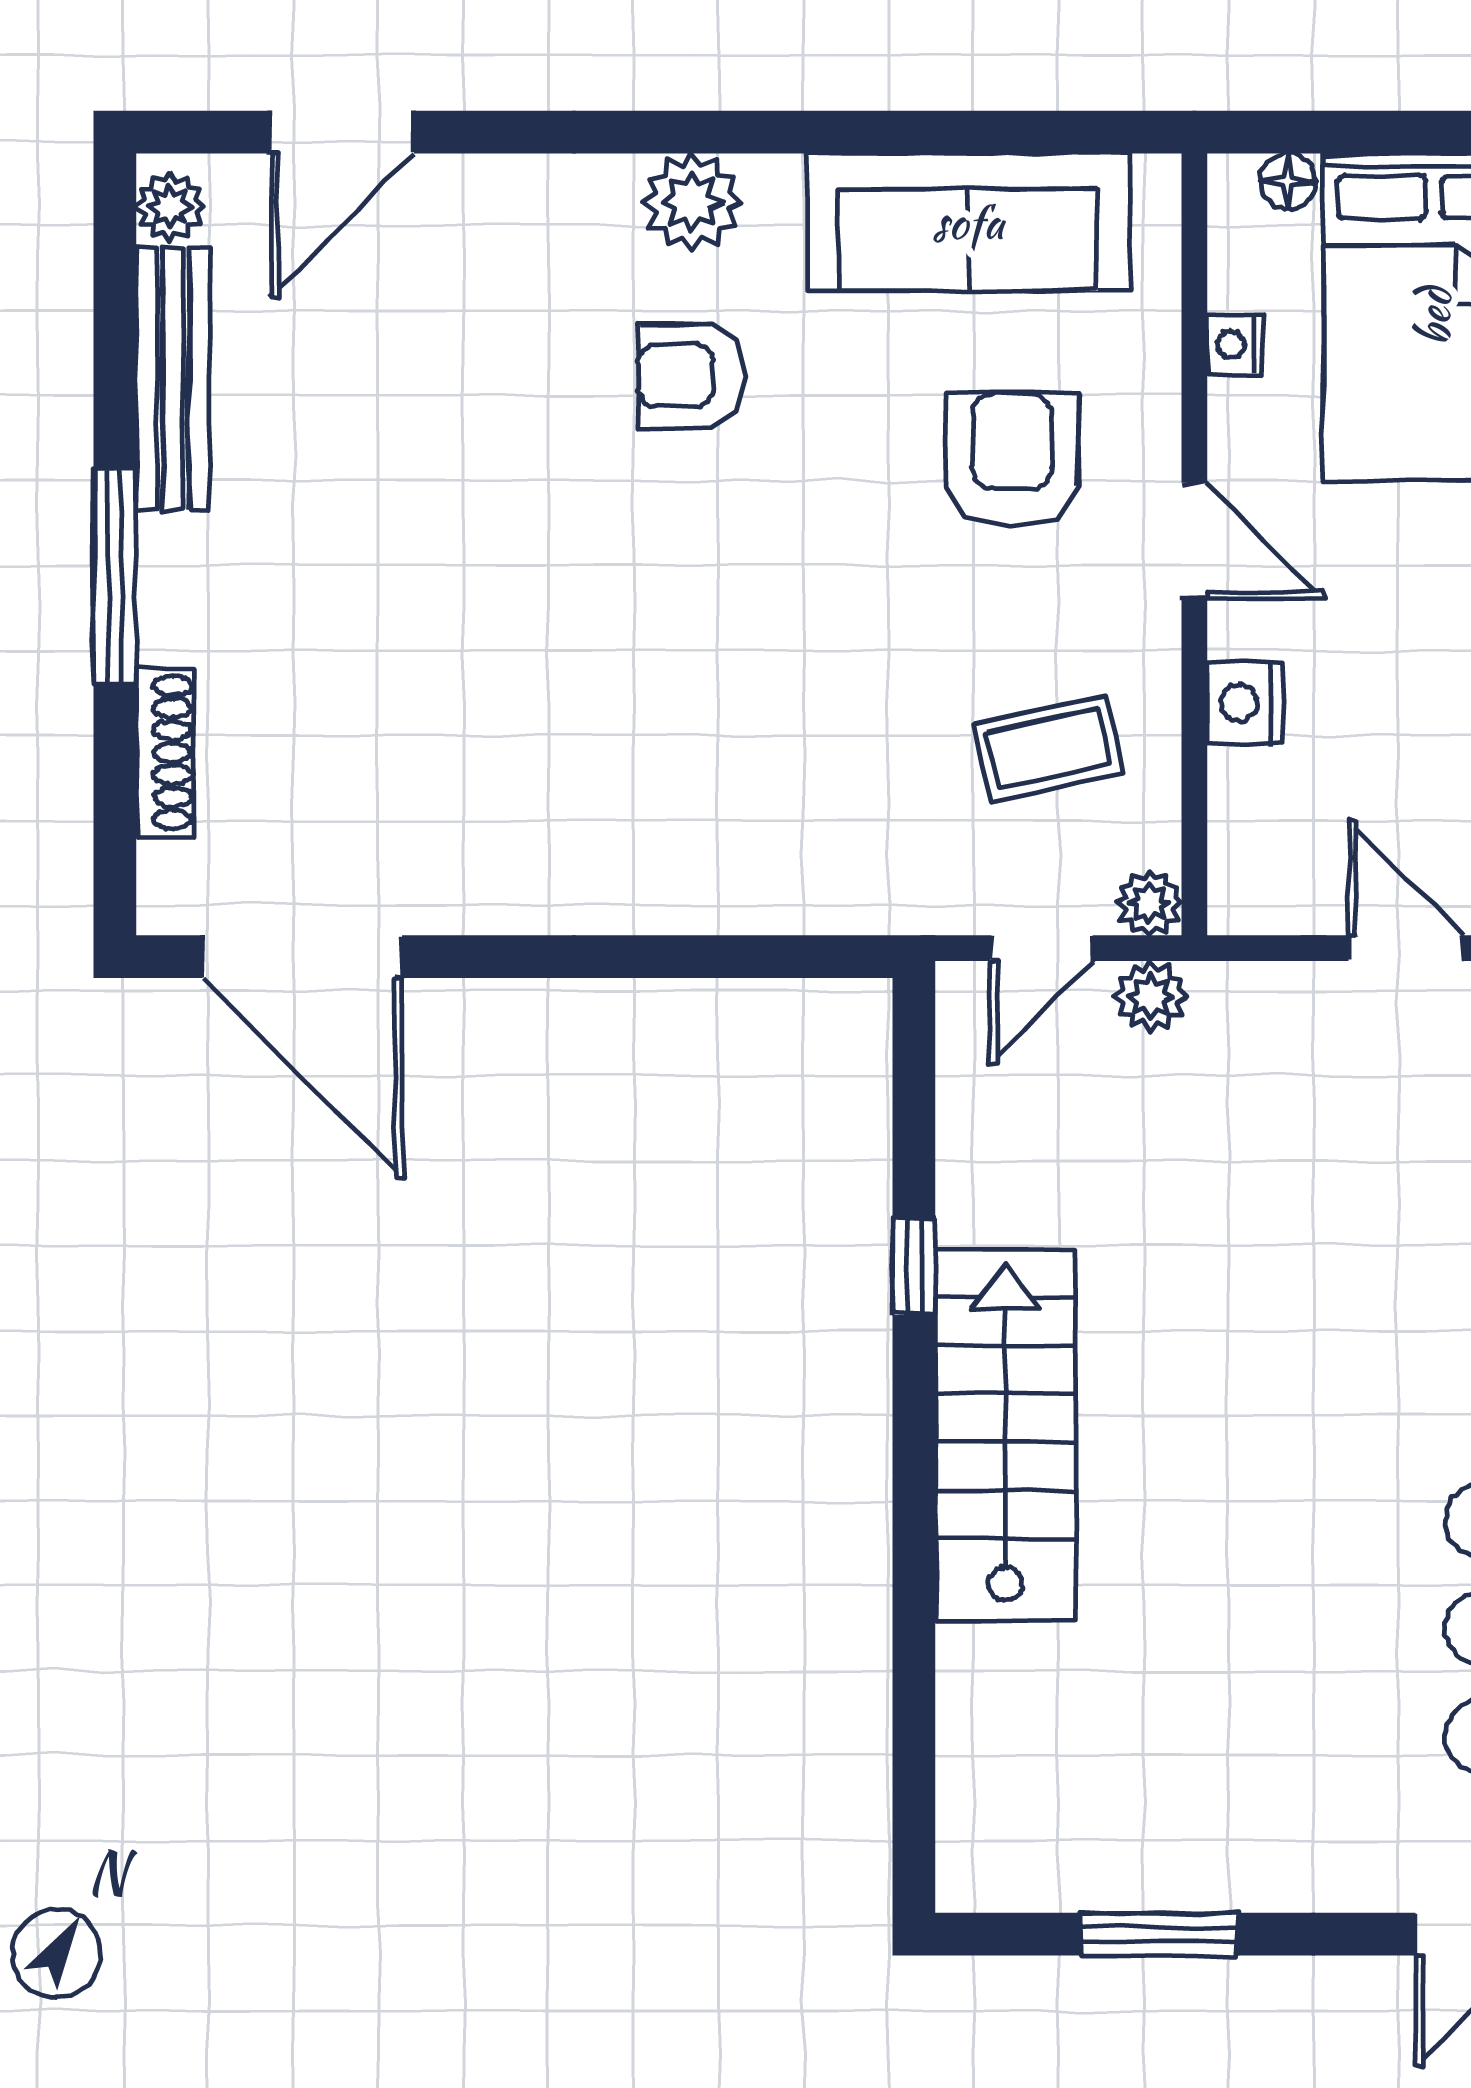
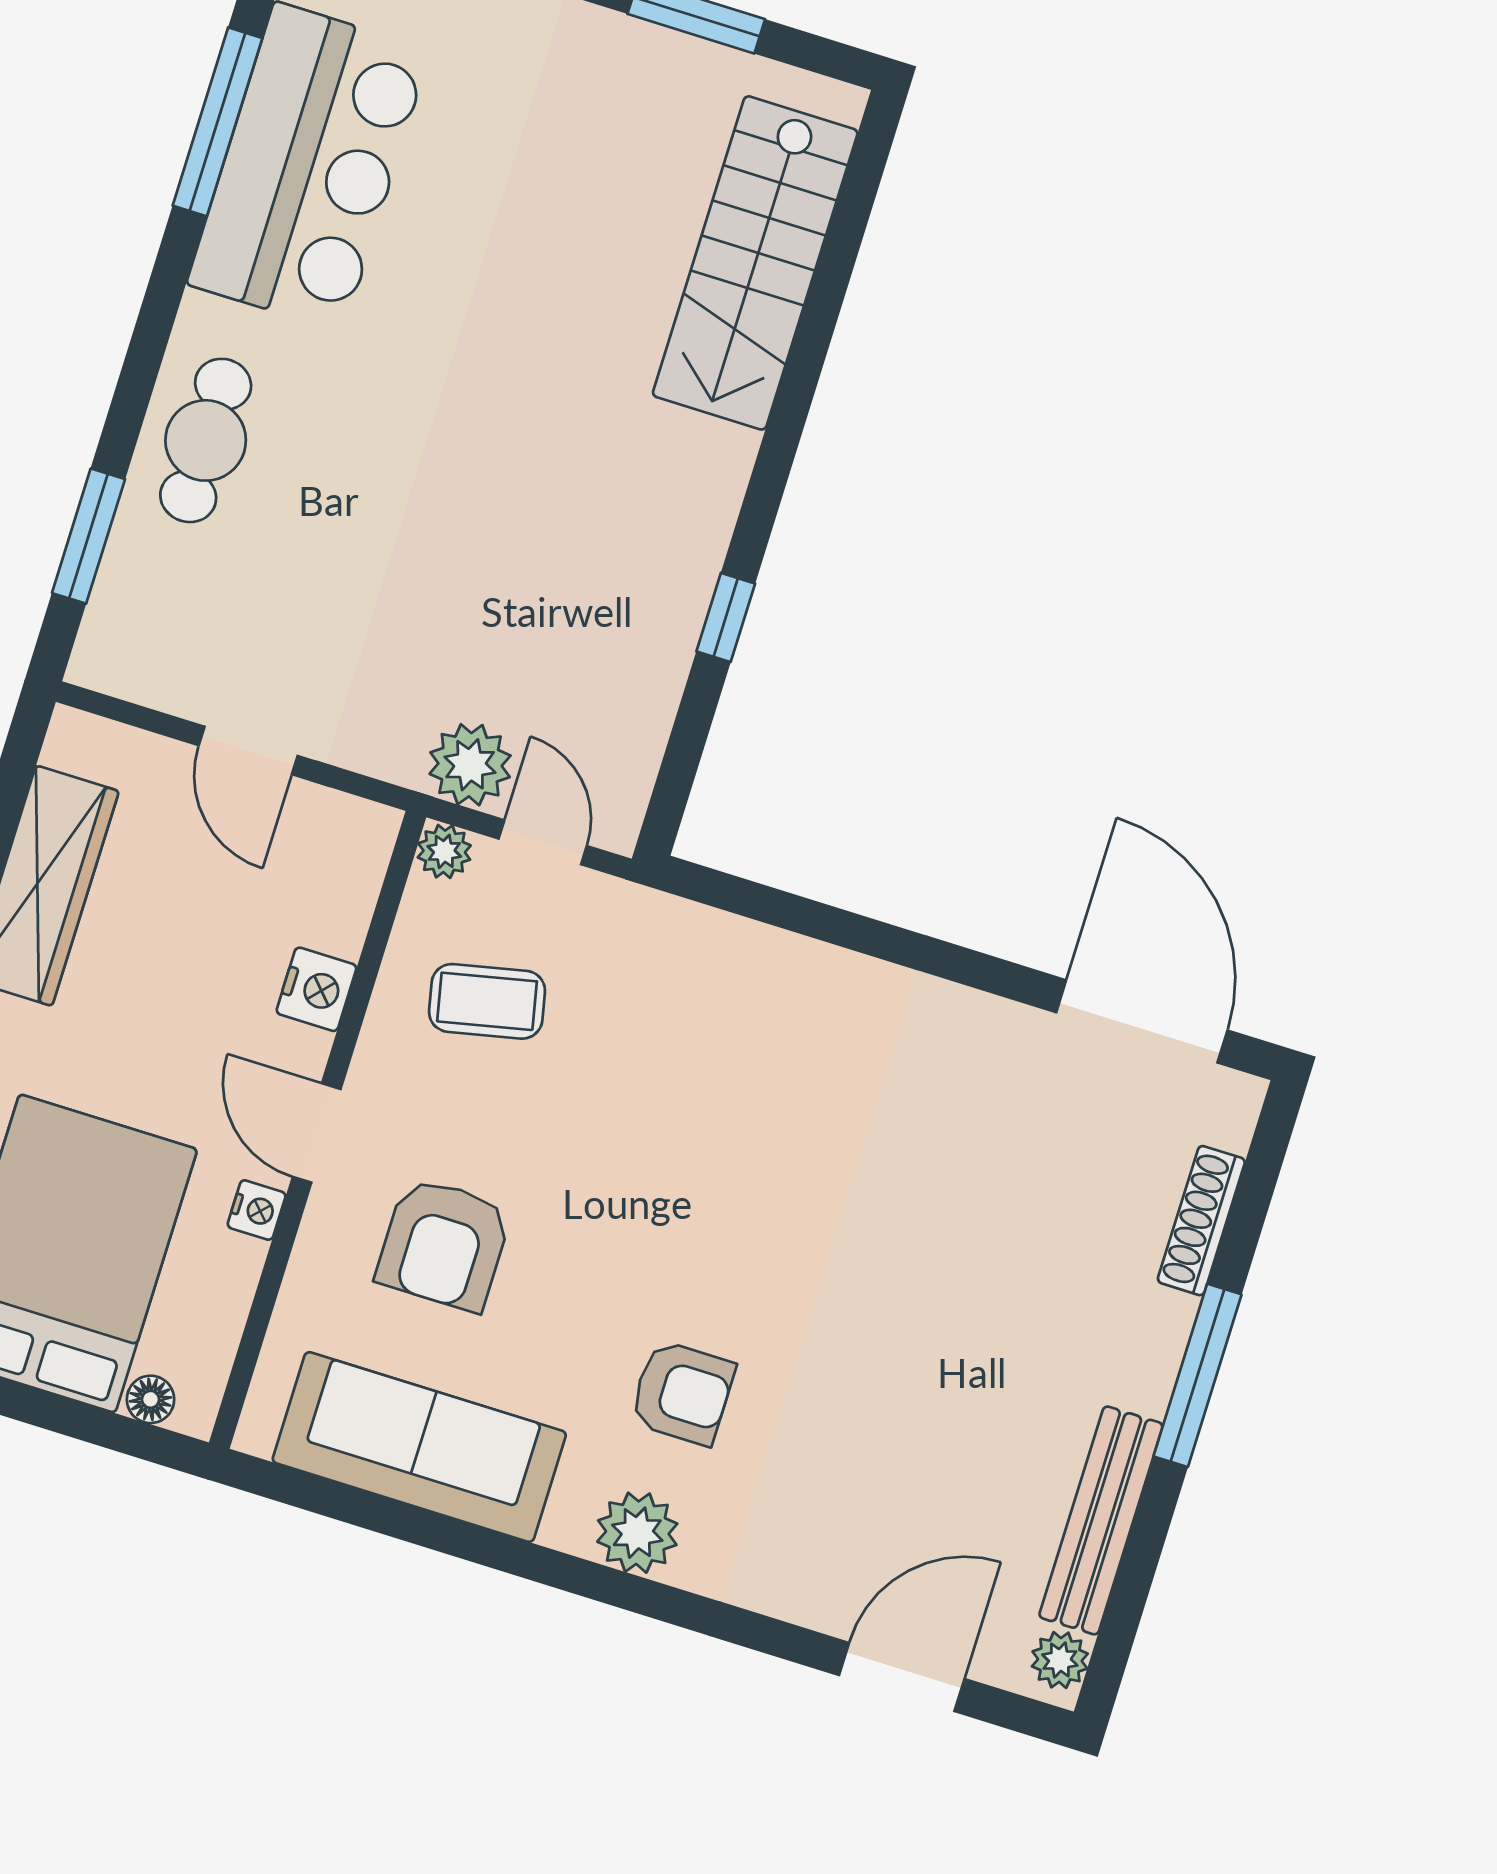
nightstand: (1235, 344) -> (257, 1210), moved
door: (1041, 948) -> (543, 842), hinge flipped
plant: (1151, 997) -> (470, 765), width x1.38, depth x1.38
stairs: (1005, 1435) -> (755, 263), moved

